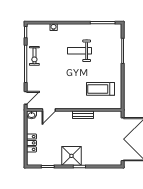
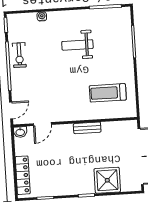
locker: (31, 143) -> (23, 175), width x1.53
shower: (71, 156) -> (107, 180), moved

